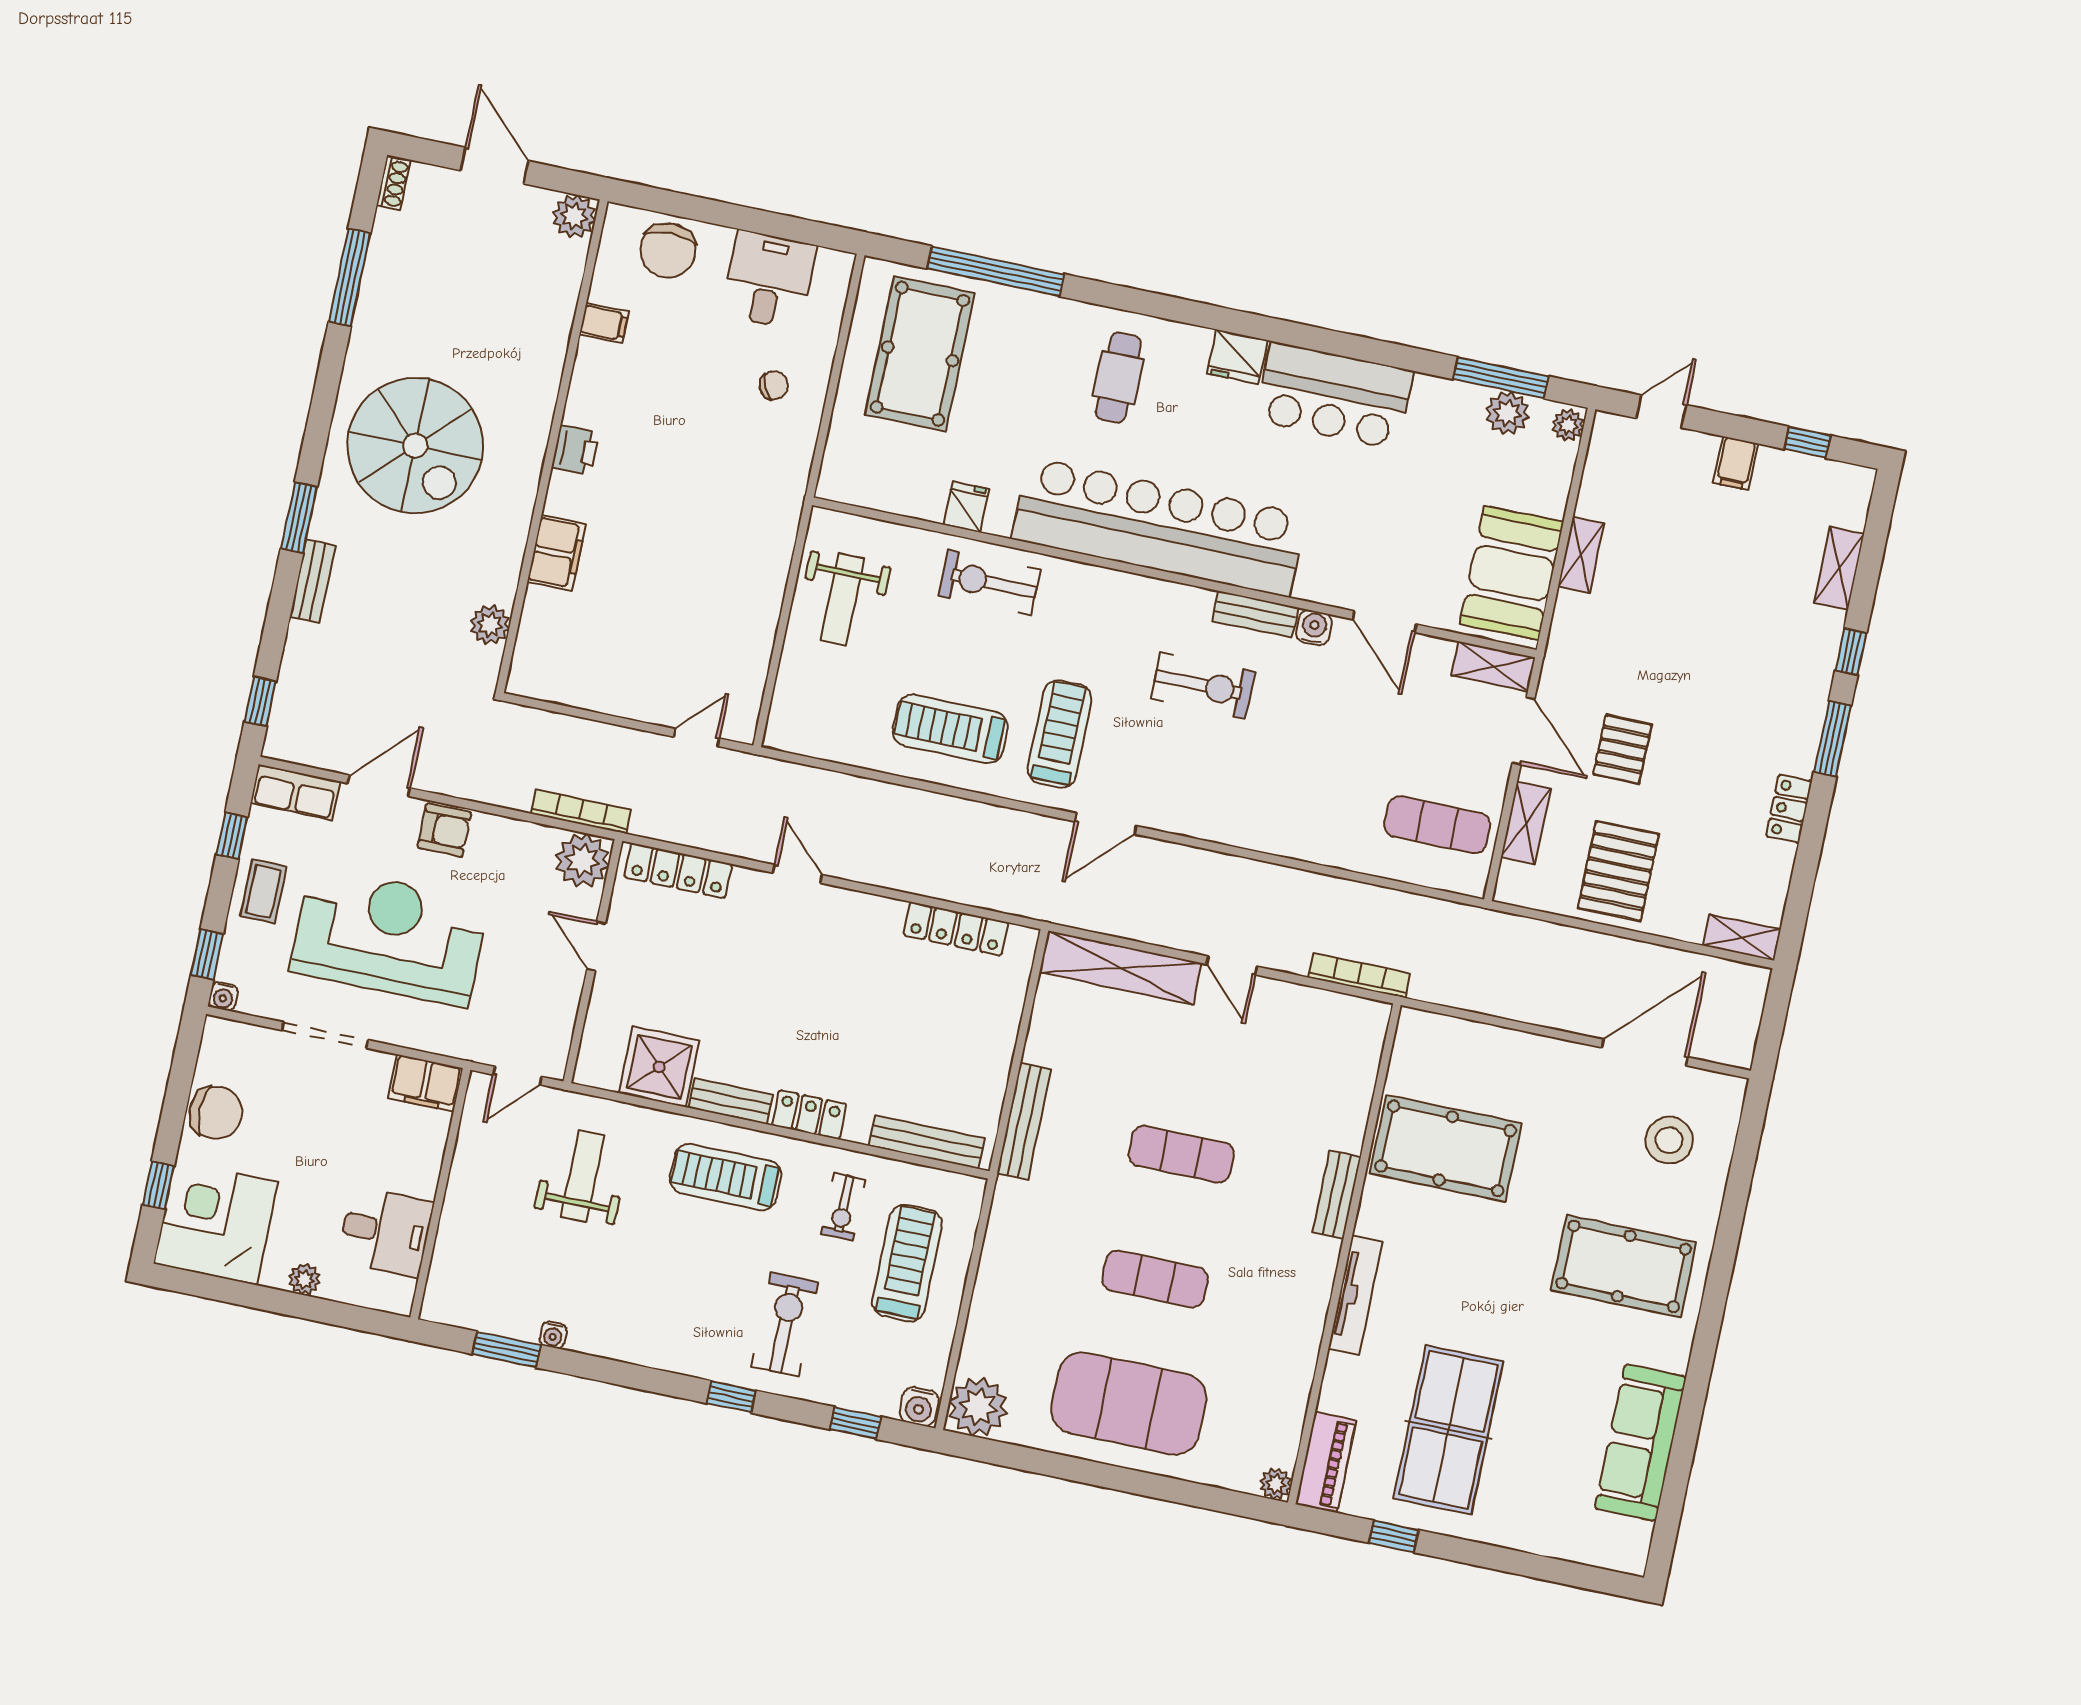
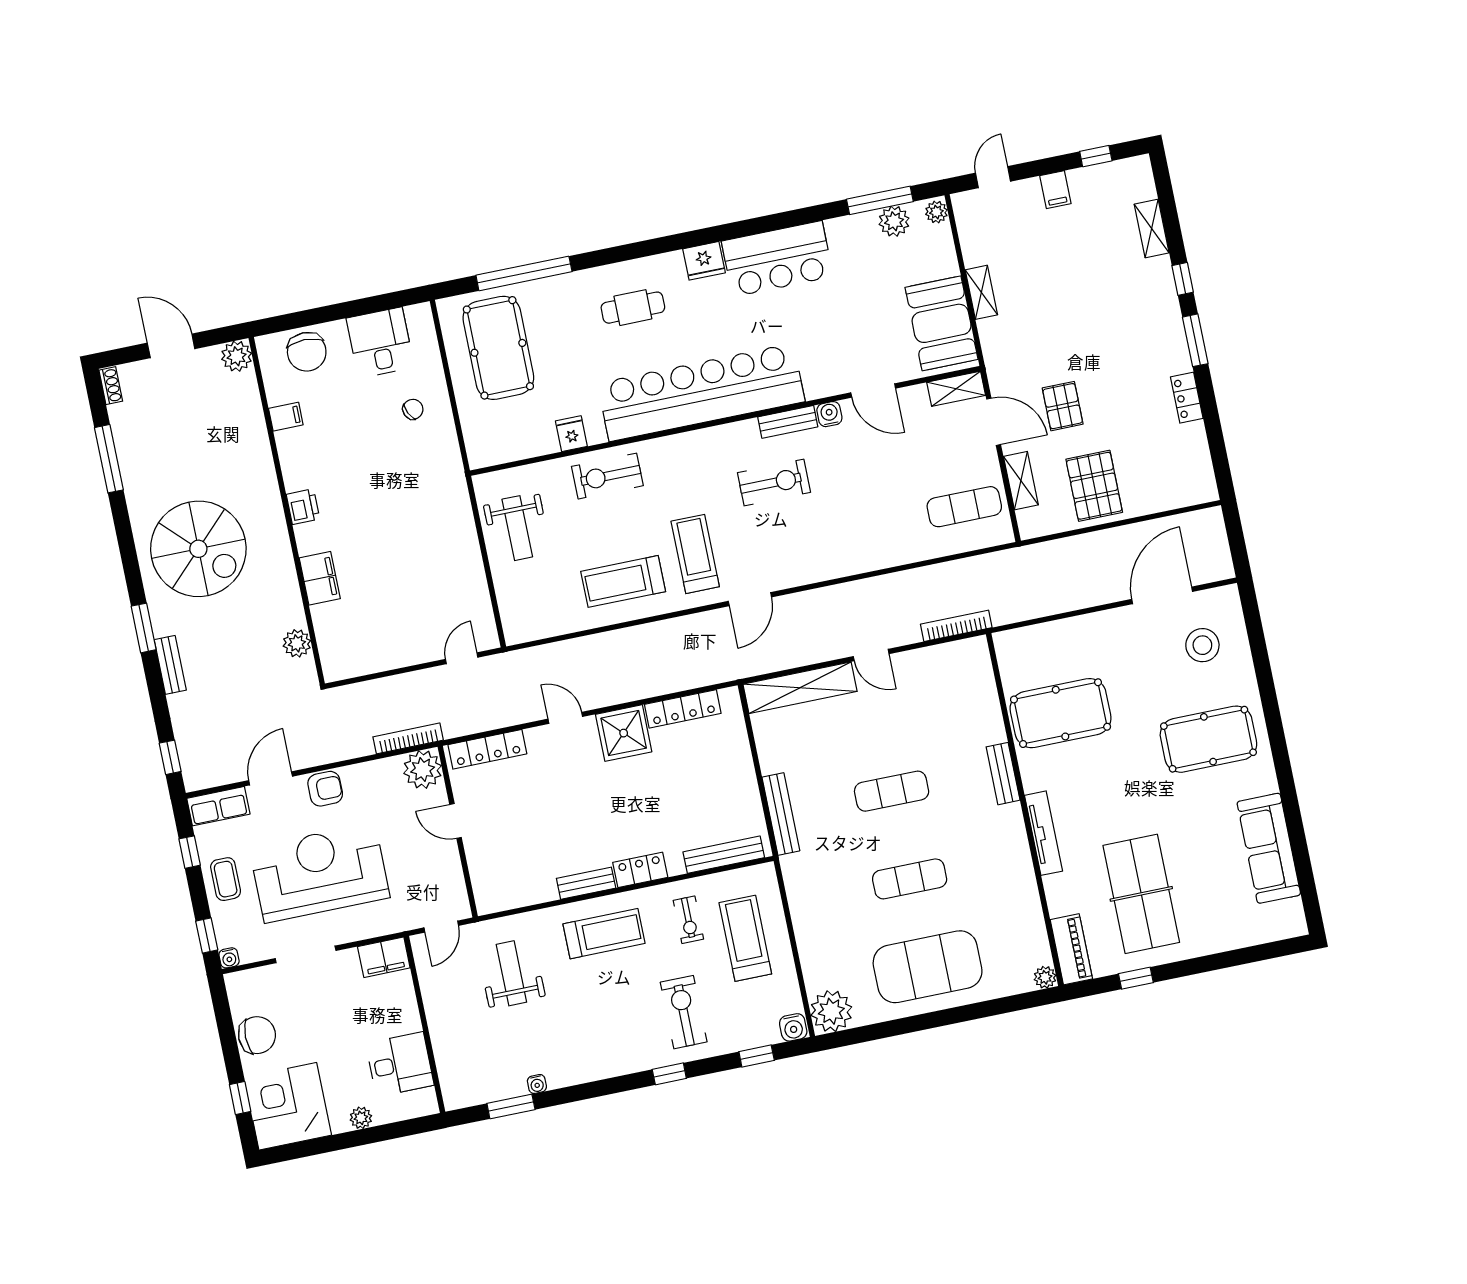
cafe table: (1118, 377) -> (633, 308), turned 90
shelving: (1742, 937) -> (1192, 494), removed
shower: (659, 1067) -> (624, 733), moved
treadmill: (726, 1177) -> (604, 934), turned 180

